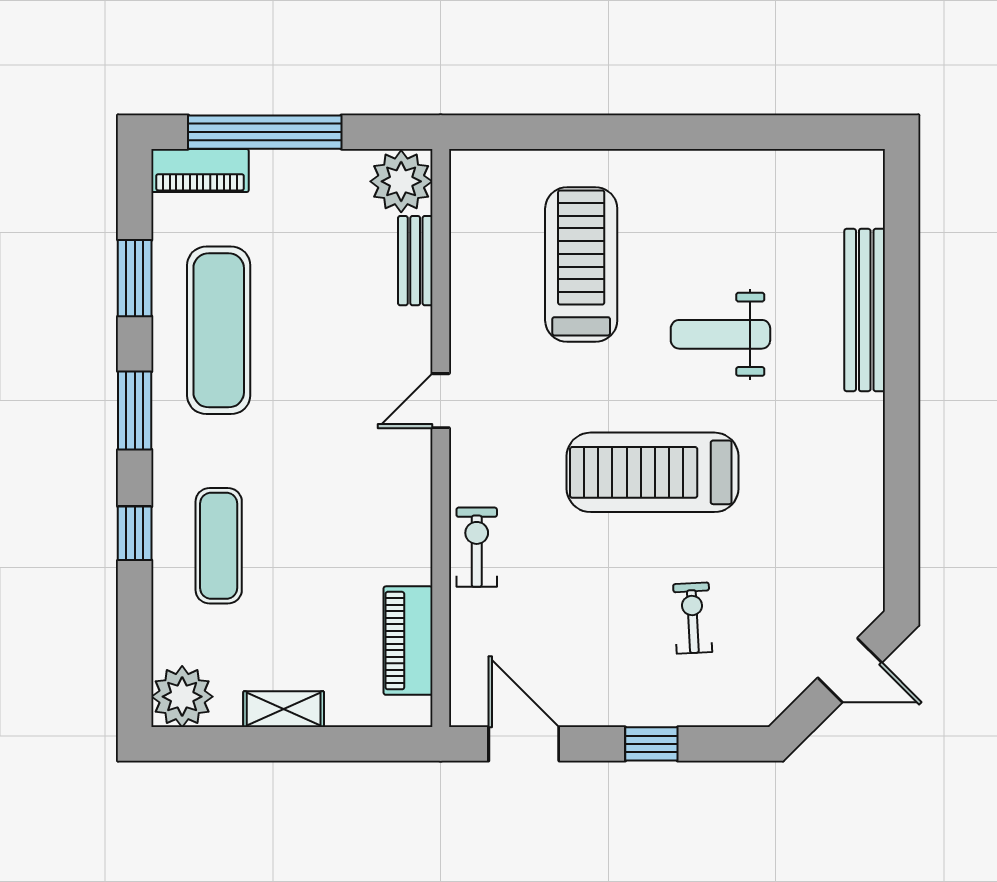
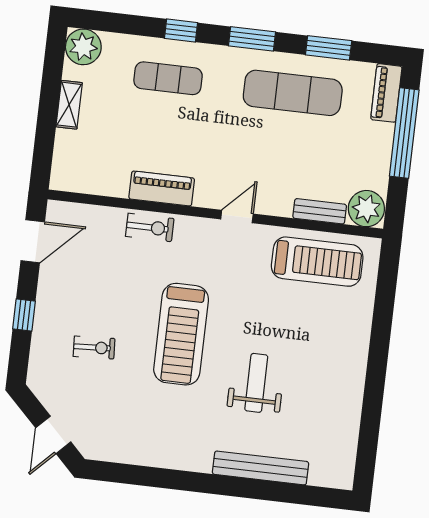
treadmill: (581, 264) -> (317, 262), moved
door: (441, 401) -> (237, 217), hinge flipped
treadmill: (653, 472) -> (181, 334), turned 180
piano: (408, 641) -> (162, 189), moved

